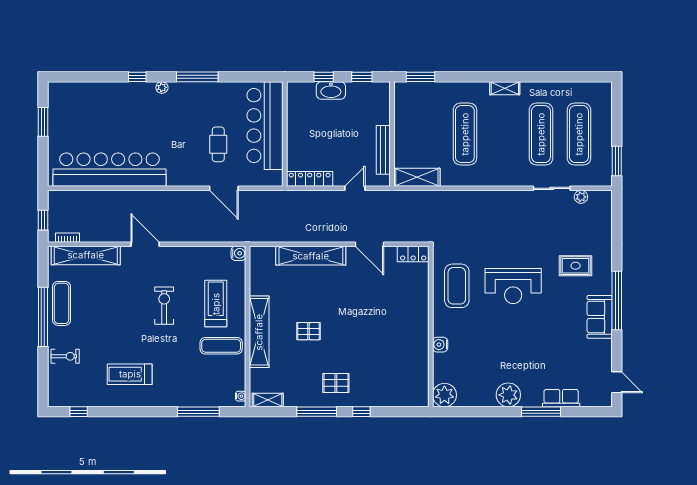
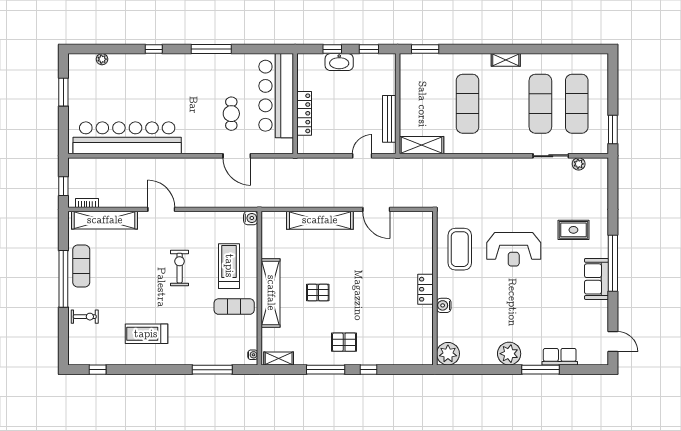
plant: (162, 87) -> (102, 59), moved
locker: (310, 179) -> (304, 113), moved, turned 90
locker: (413, 254) -> (425, 289), moved, turned 90

